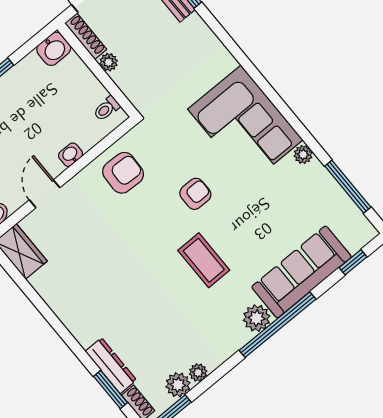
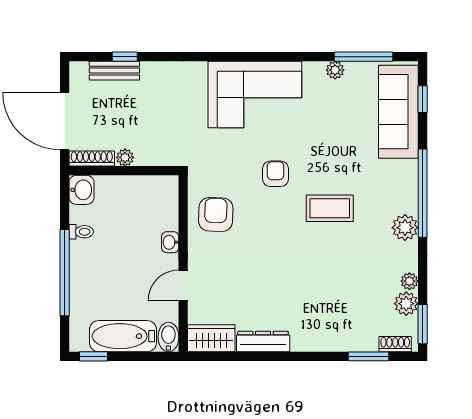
toilet: (107, 108) -> (81, 232), moved, turned -90
plant: (303, 154) -> (335, 70), moved
door: (45, 194) -> (183, 285), hinge flipped
sofa: (302, 272) -> (398, 112), moved
plant: (257, 318) -> (405, 228), moved
dresser: (111, 366) -> (263, 342), moved

